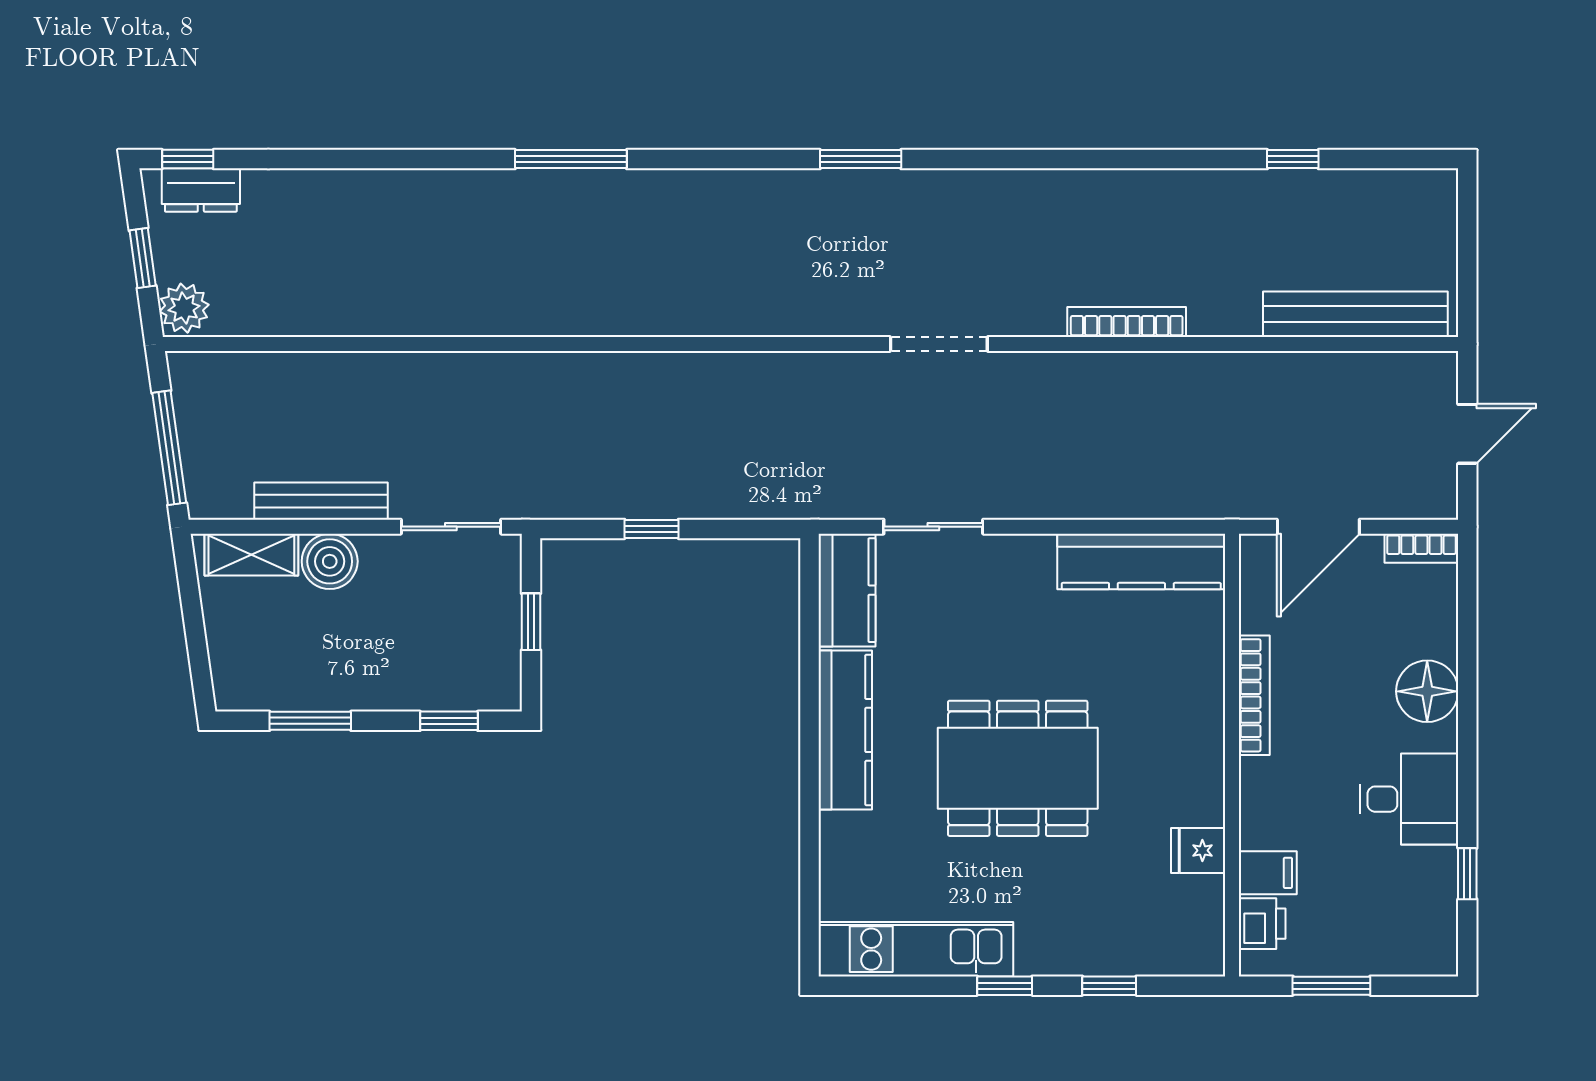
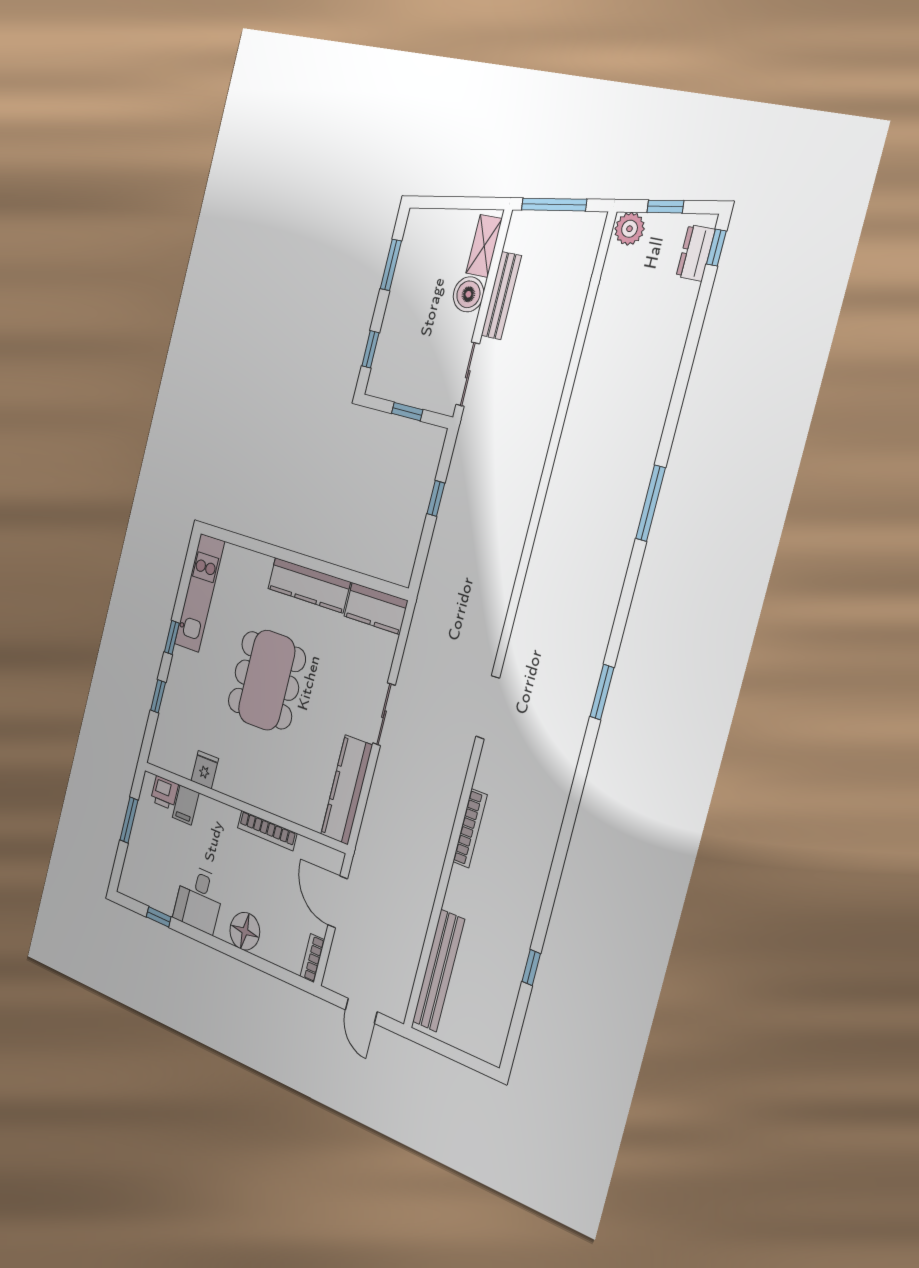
sliding door: (933, 527) -> (384, 714), moved

